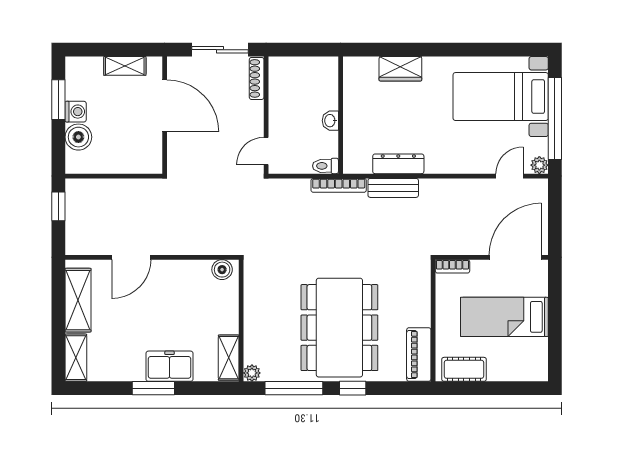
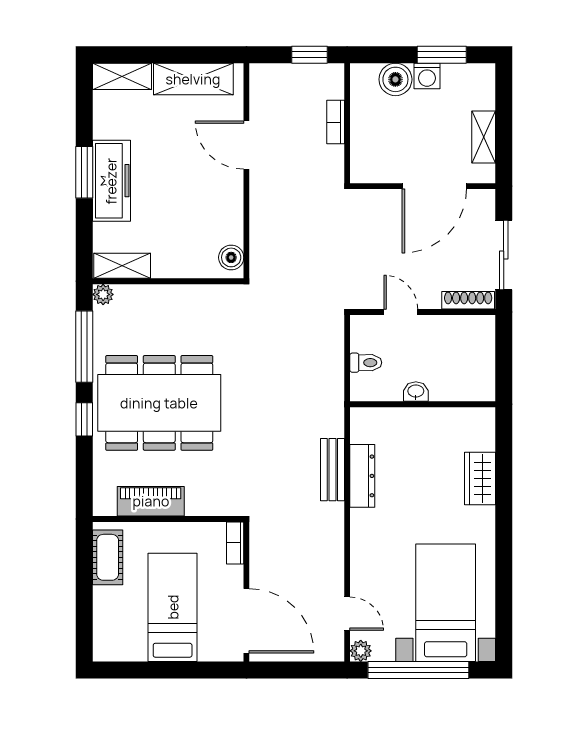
door: (266, 151) -> (401, 312), moved
toilet: (325, 166) -> (366, 363), moved, turned 90
bookcase: (339, 185) -> (336, 122), moved, width x0.64
piano: (419, 355) -> (151, 501), moved
freezer: (169, 366) -> (111, 181), width x1.40

